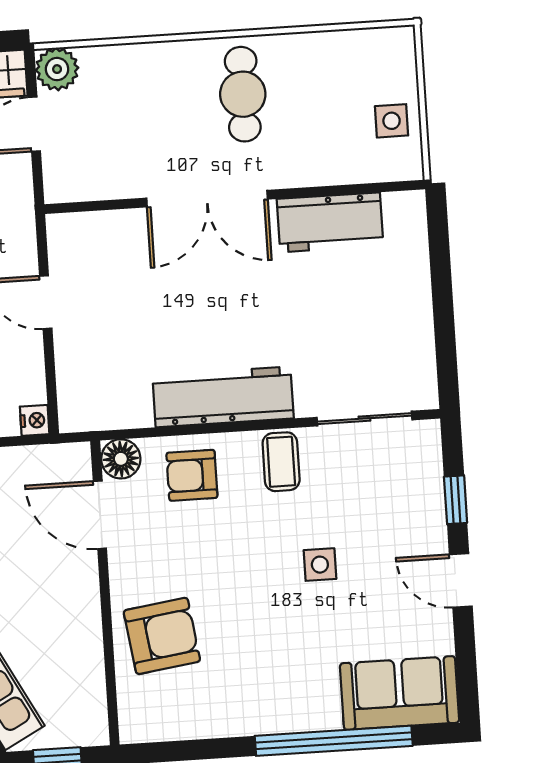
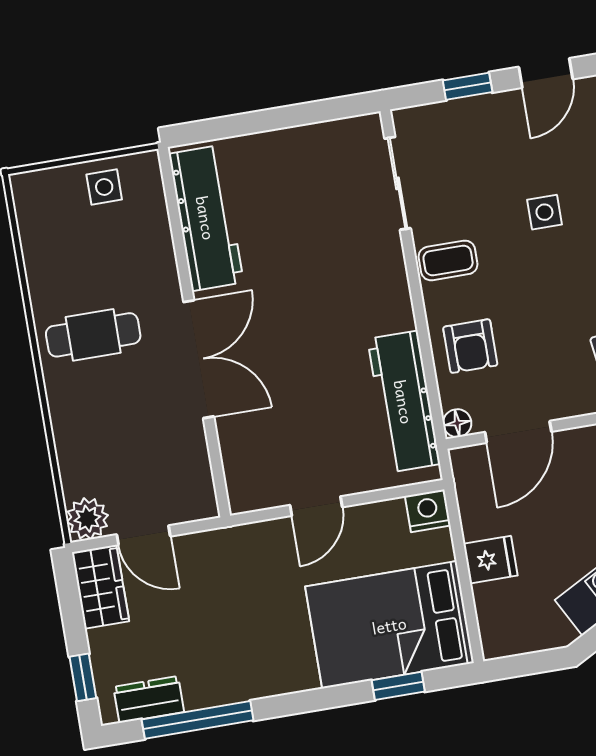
workbench: (330, 222) -> (206, 218), width x1.38
workbench: (223, 397) -> (404, 402), moved
nightstand: (35, 420) -> (428, 511), width x1.39, depth x1.35
floor lamp: (121, 459) -> (457, 423), width x0.73, depth x0.73

